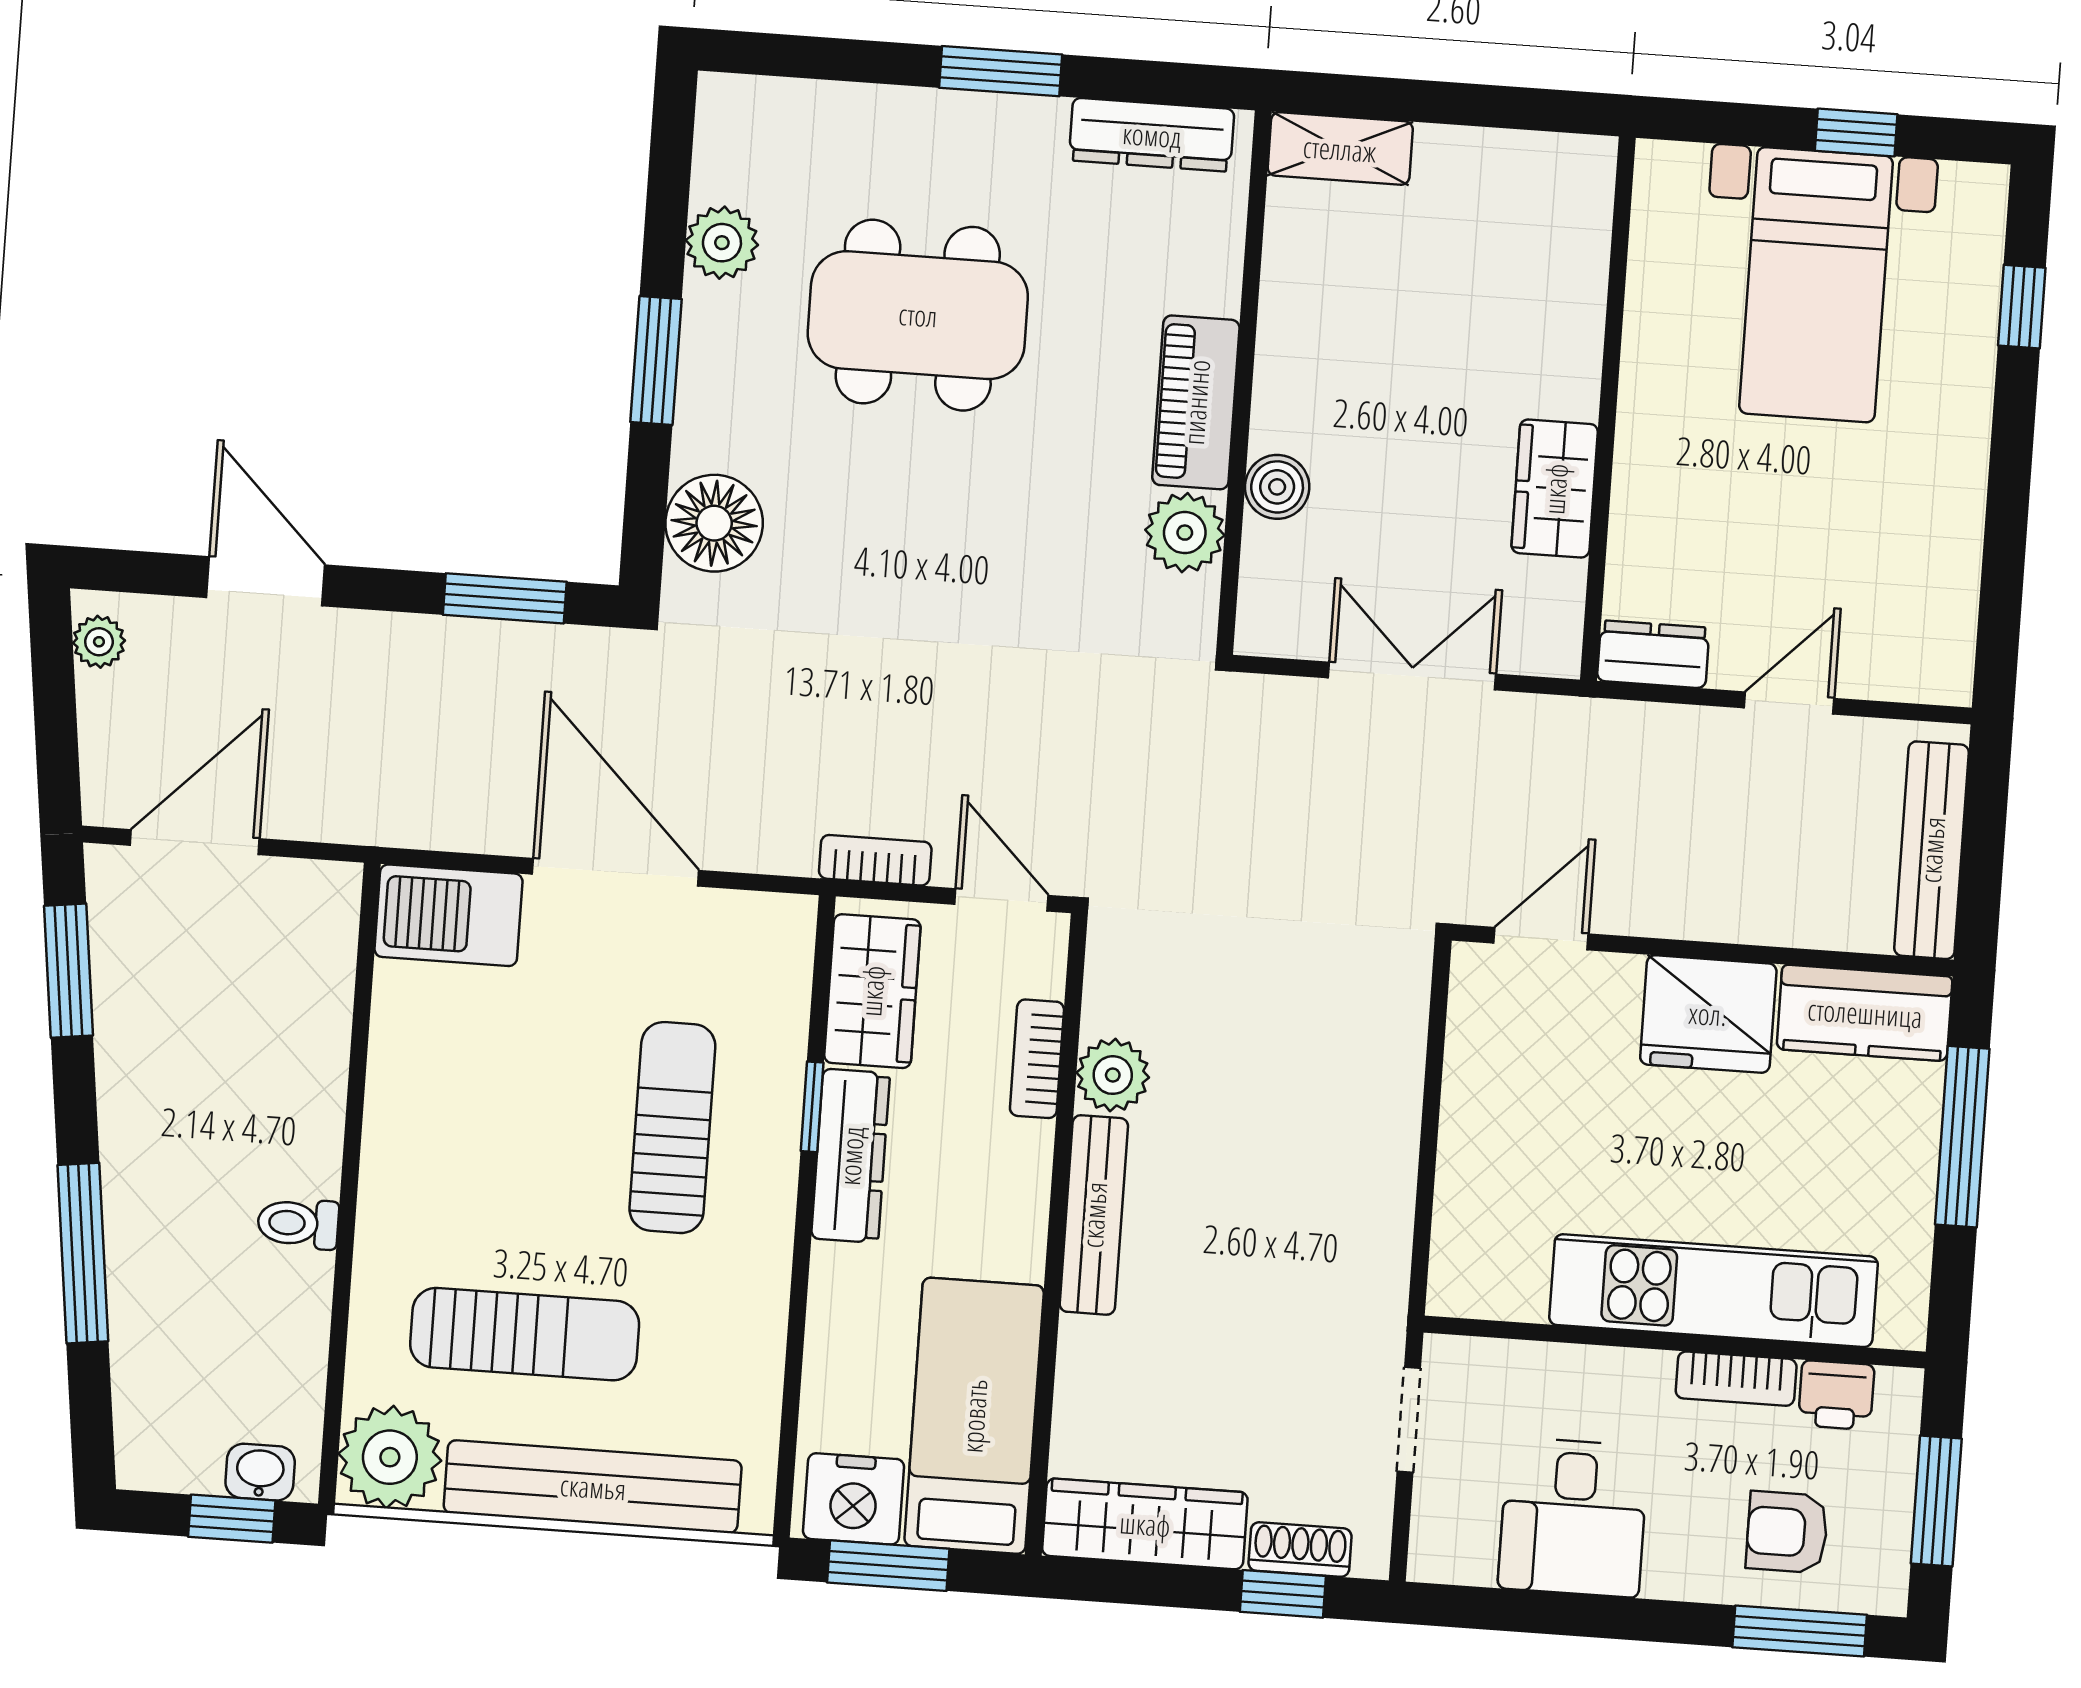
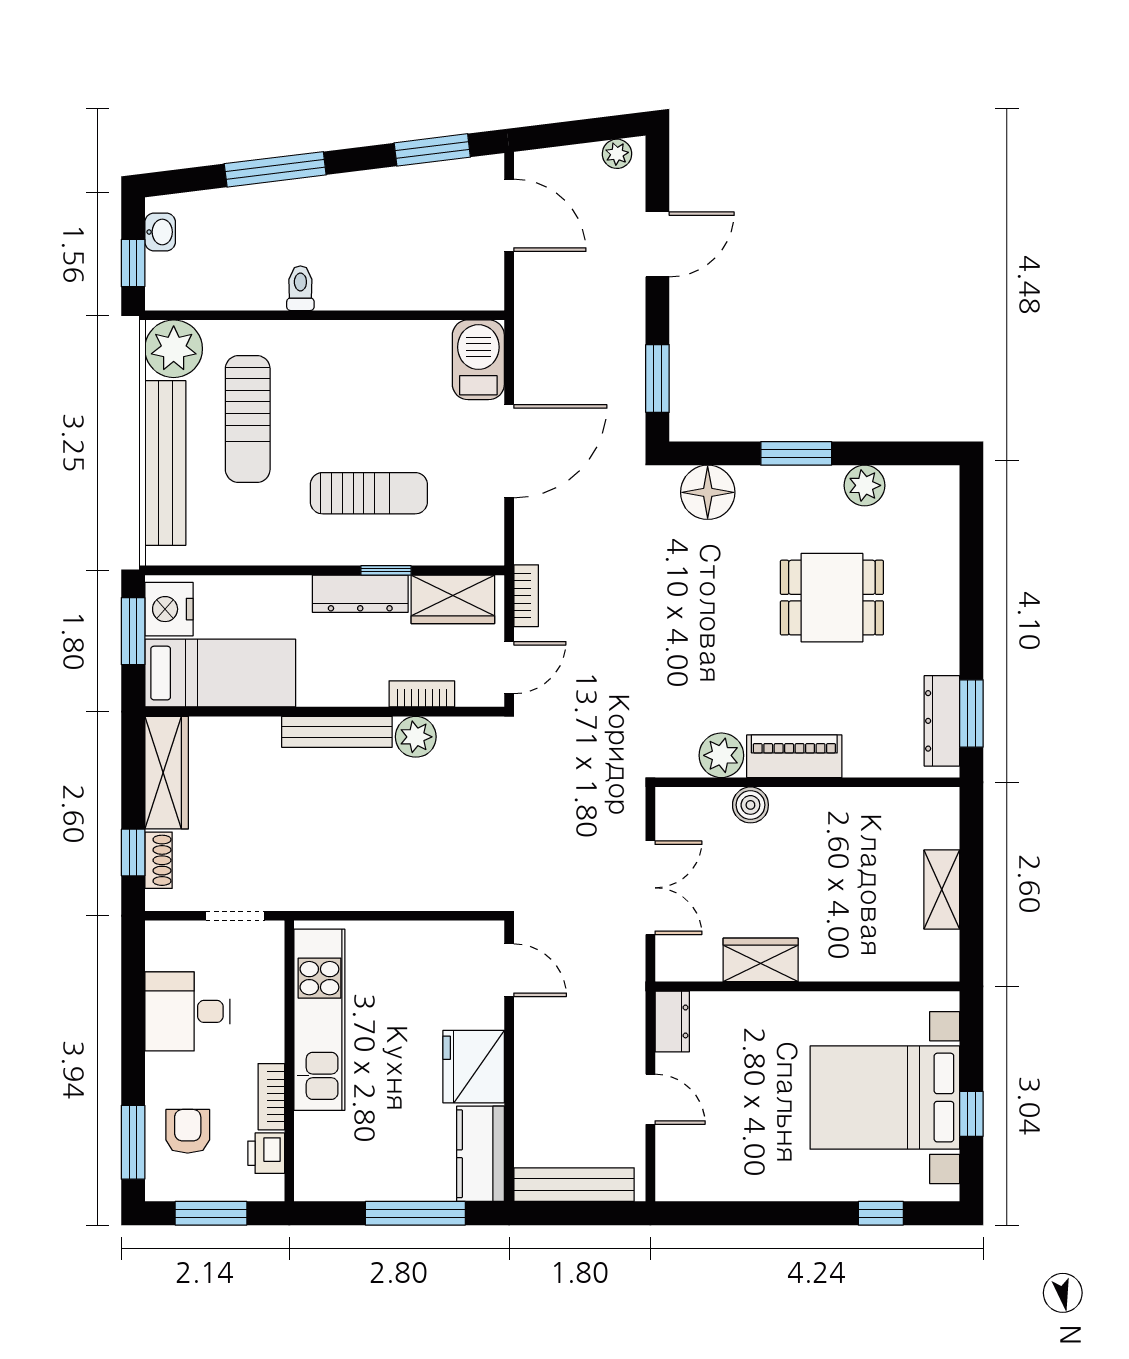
window: (1001, 71) -> (971, 713), moved
shelving: (1340, 149) -> (942, 890), moved
bed with nightstands: (1816, 285) -> (885, 1098), width x1.36
dining table: (918, 315) -> (832, 598), width x0.73
kitchen unit: (1714, 1291) -> (319, 1020), moved
washbasin: (260, 1472) -> (160, 232), moved

